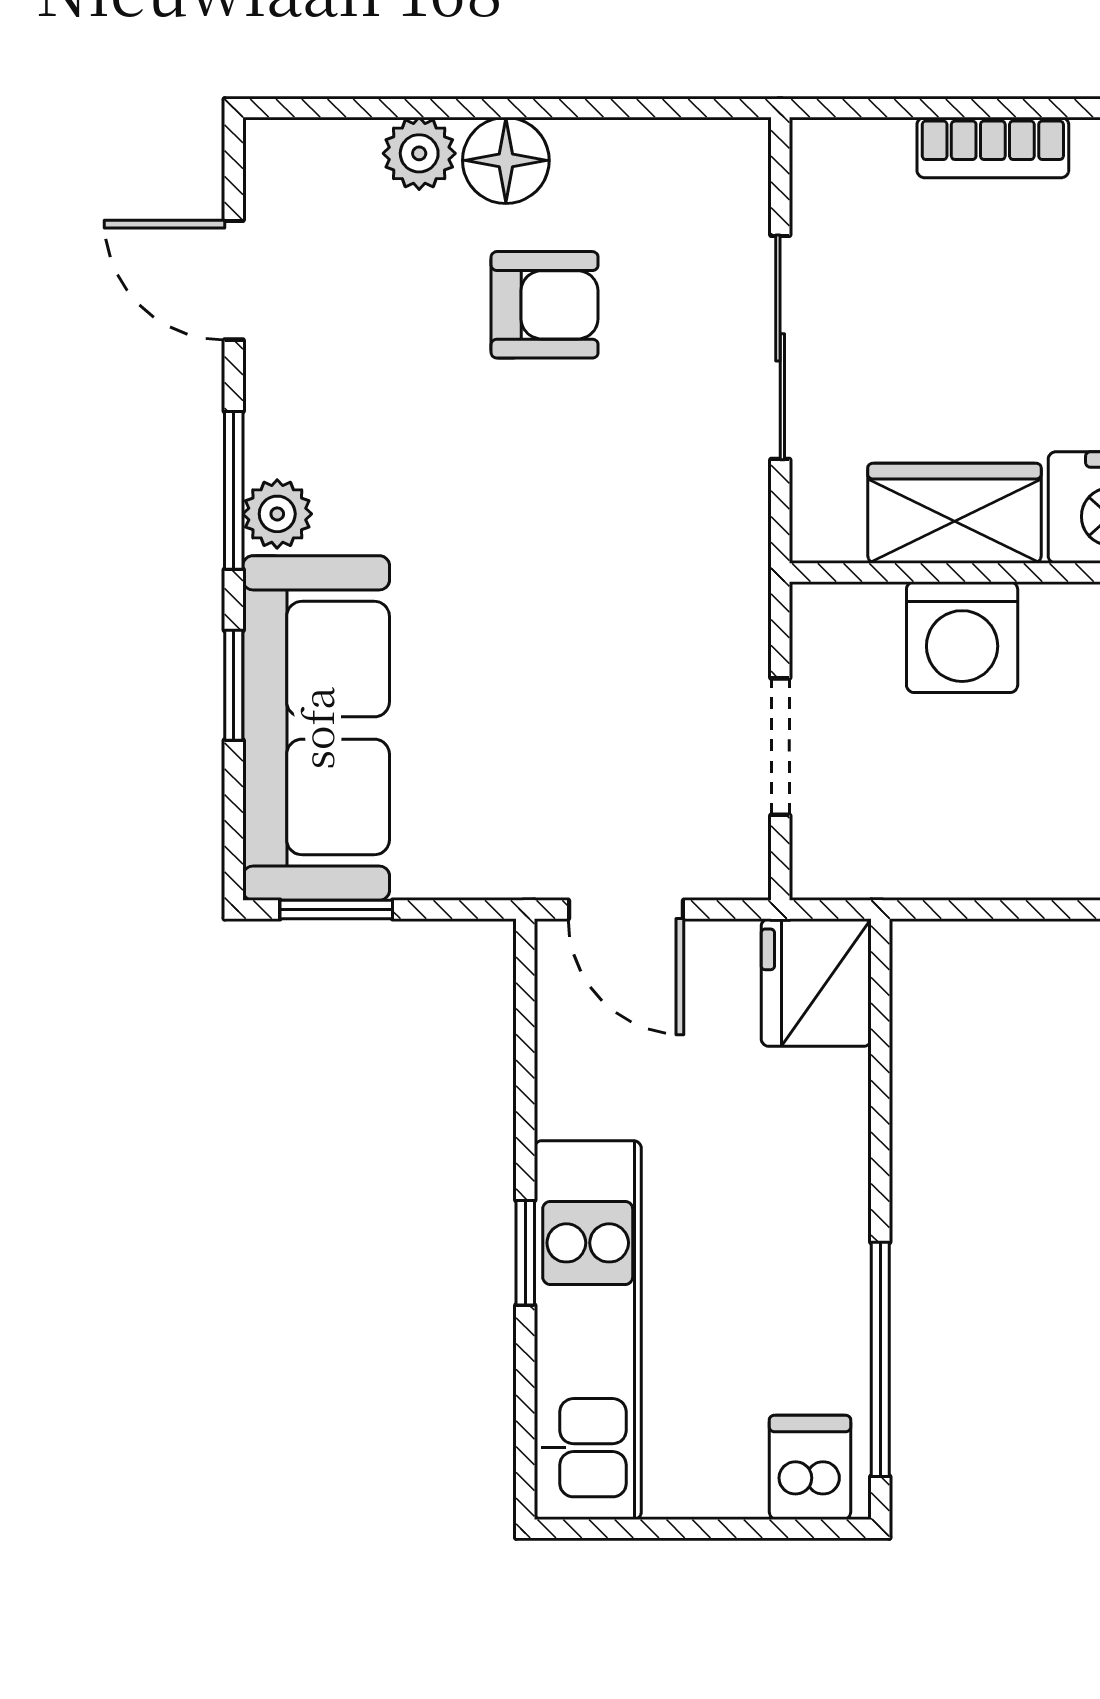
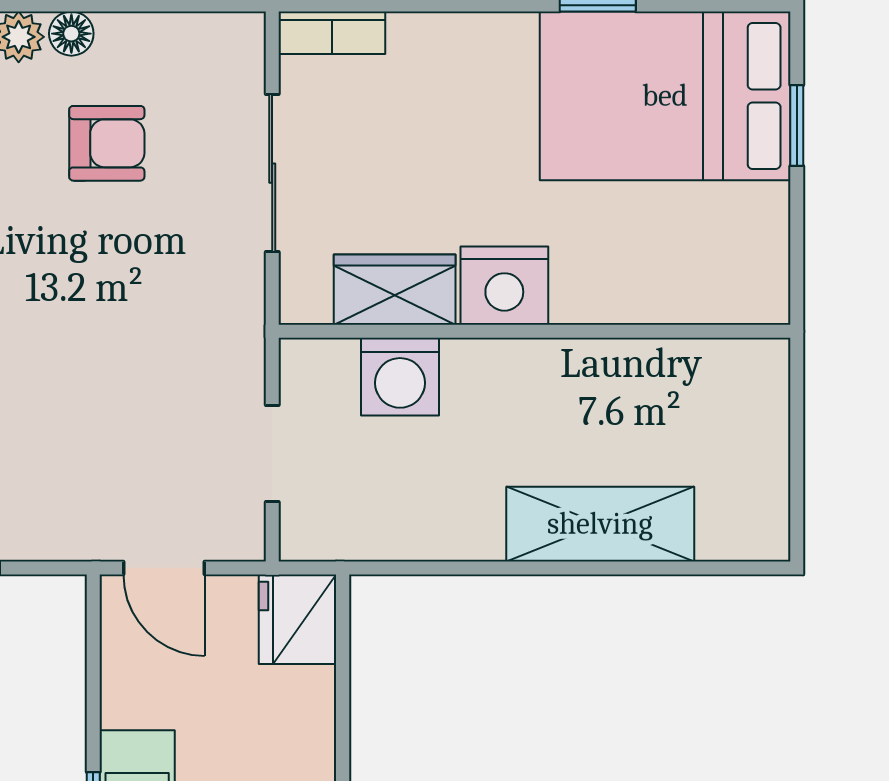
bookcase: (993, 148) -> (332, 33), moved
floor lamp: (506, 160) -> (71, 34), width x0.73, depth x0.73

